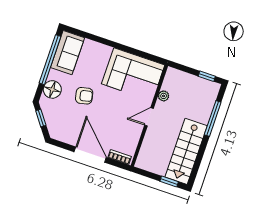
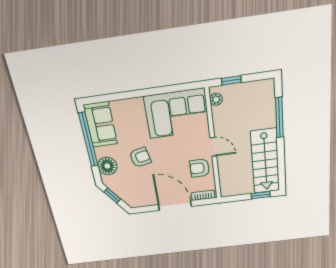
window: (207, 76) -> (231, 80), moved
plant: (164, 96) -> (216, 99), moved
door: (149, 117) -> (213, 147), swing flipped
armchair: (129, 130) -> (200, 168), added

